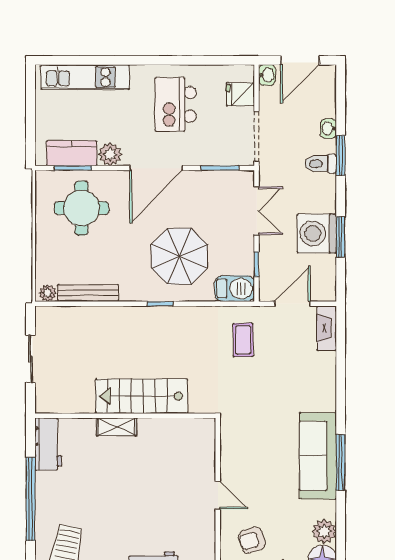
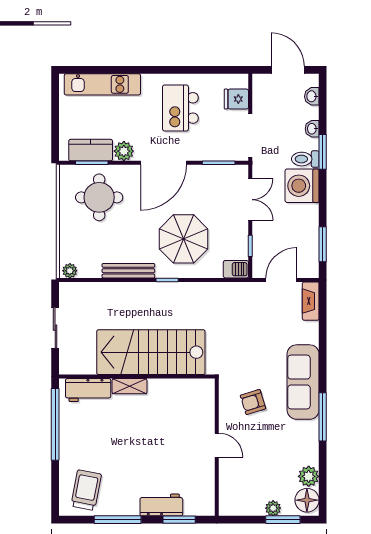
door: (300, 60) -> (288, 70), swing flipped
washbasin: (267, 75) -> (312, 96), moved, turned 180
washing machine: (317, 234) -> (302, 186), moved
window: (341, 237) -> (323, 244), moved
barbecue: (235, 289) -> (236, 269), width x0.73, depth x0.79
bench: (88, 293) -> (128, 271), moved
coffee table: (243, 340) -> (239, 311), removed
stairs: (141, 396) -> (151, 352), width x1.36, depth x1.51
workbench: (48, 444) -> (88, 390), moved, turned 90
sofa: (318, 456) -> (303, 382), moved
window: (30, 499) -> (55, 424), moved
armchair: (252, 540) -> (253, 402), moved

